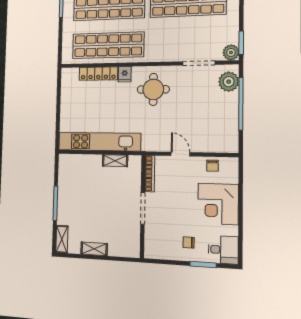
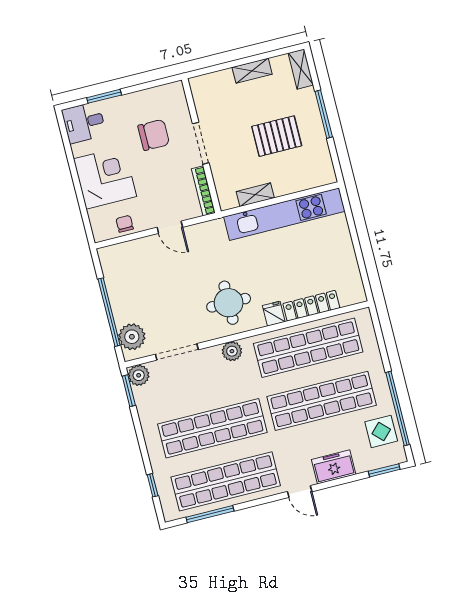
plant: (160, 55) -> (232, 351), added
pallet: (90, 198) -> (277, 136), added
chair: (189, 243) -> (154, 135), moved, width x1.87, depth x1.87

